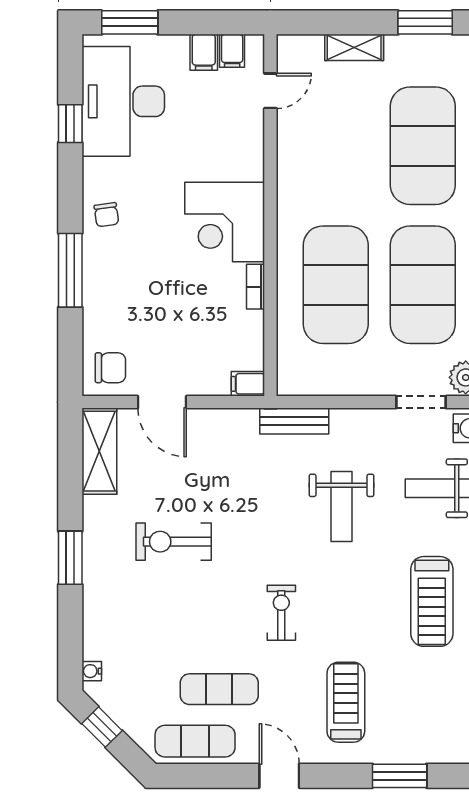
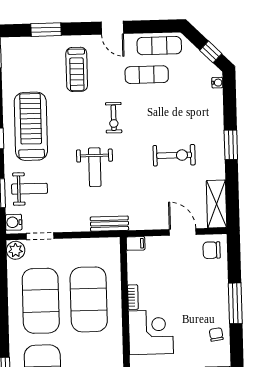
weight bench: (341, 506) -> (95, 167), moved, turned 180
treadmill: (432, 601) -> (31, 126), width x1.37, depth x1.38

